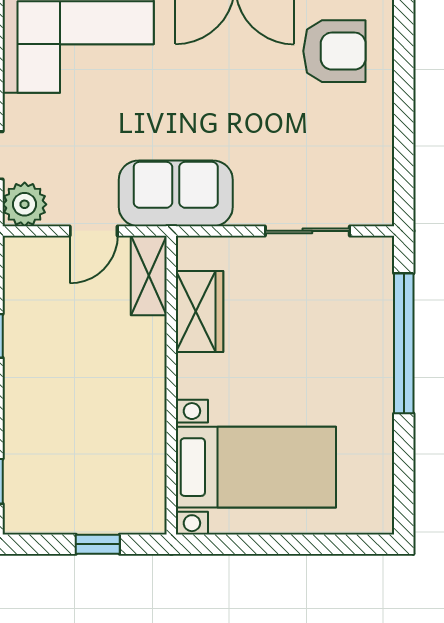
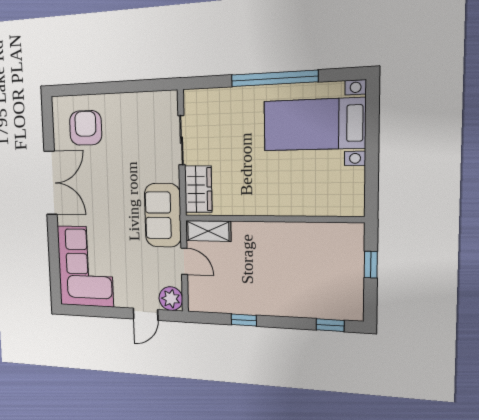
wardrobe: (200, 312) -> (198, 189), moved, turned 90
window: (404, 343) -> (274, 78), moved
bed with nightstands: (256, 467) -> (314, 124), moved, turned -90

